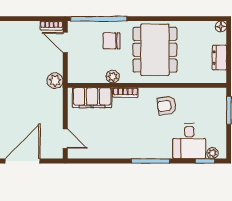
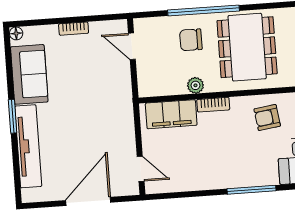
window: (99, 19) -> (203, 11), moved
bookcase: (52, 26) -> (74, 29), moved
plant: (55, 81) -> (122, 96), removed

